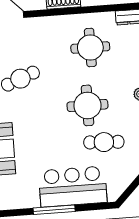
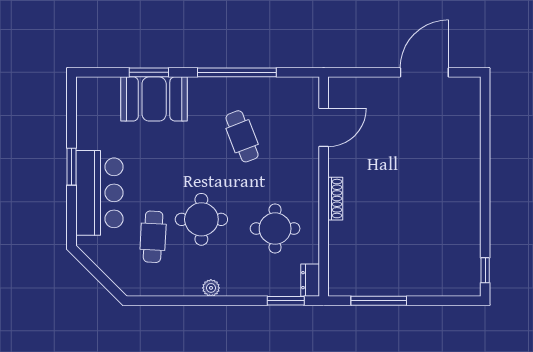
window: (54, 210) -> (72, 167), width x0.69

